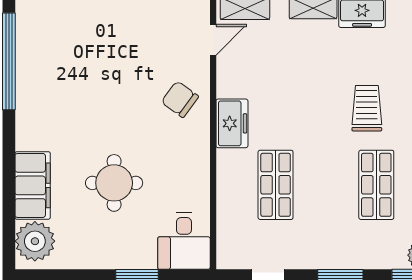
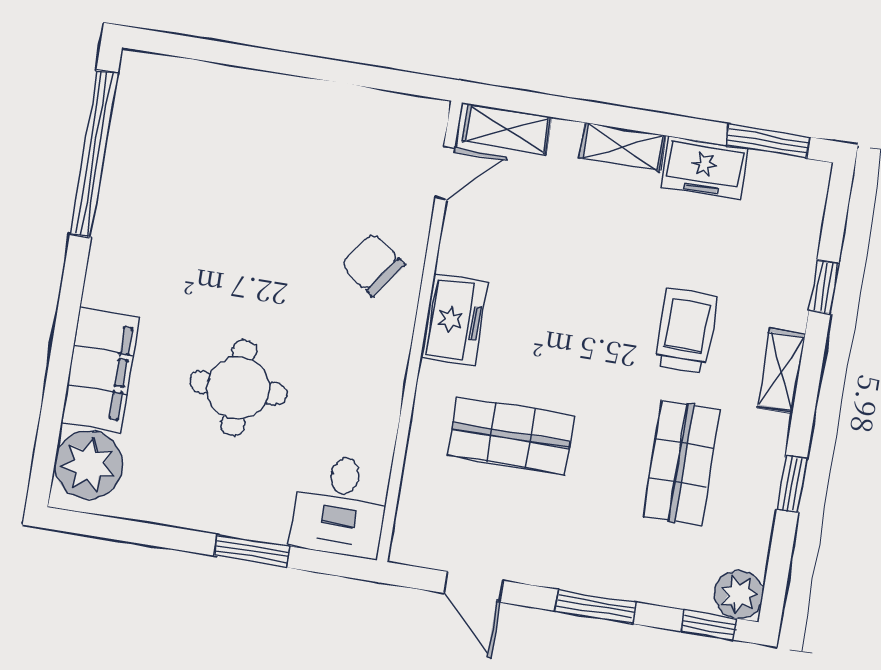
shop shelf: (276, 185) -> (511, 435), turned 90

